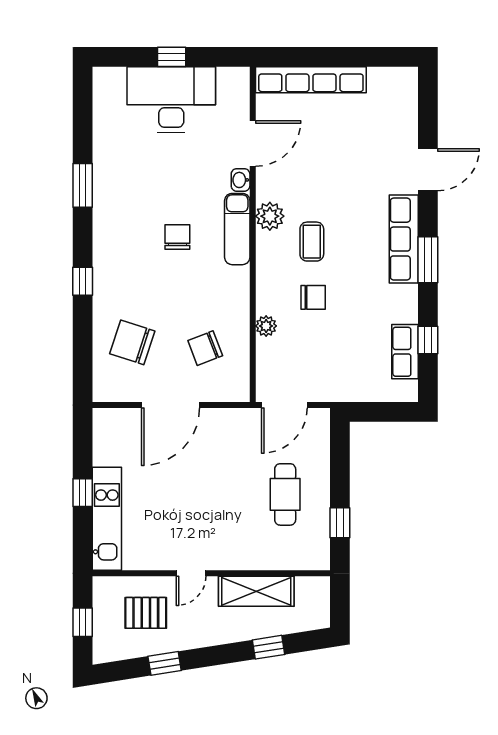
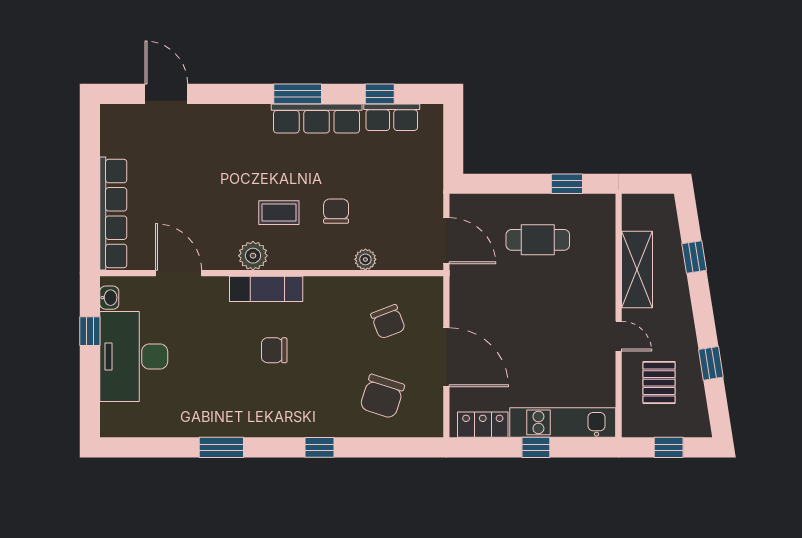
window: (172, 57) -> (90, 331), moved
door: (428, 170) -> (166, 94), moved
washbasin: (241, 180) -> (109, 298), moved, turned -90
row of seats: (404, 239) -> (317, 119), moved
locker: (105, 441) -> (483, 425), added

